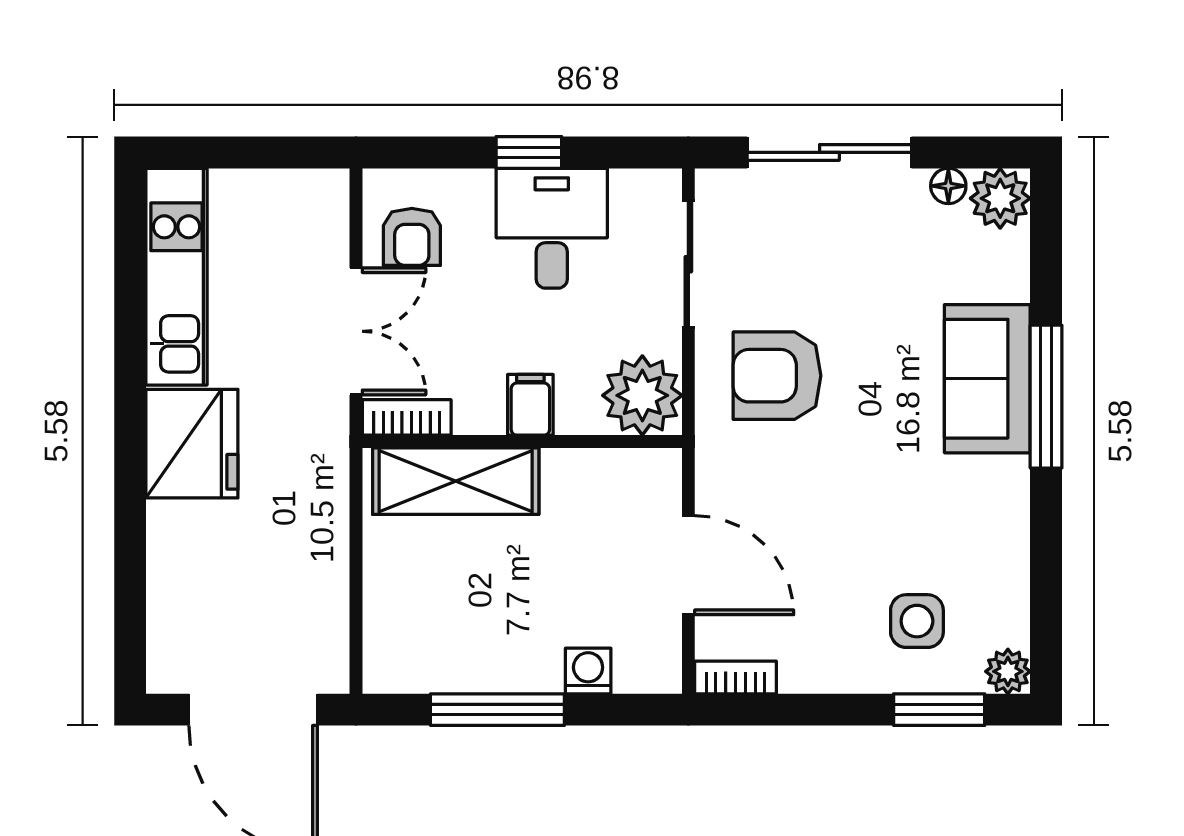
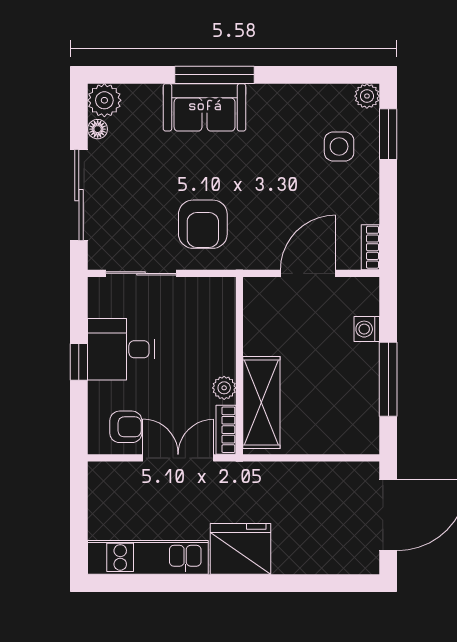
plant: (642, 395) -> (224, 388), moved, width x0.53, depth x0.53
filing cabinet: (530, 405) -> (219, 361), removed

